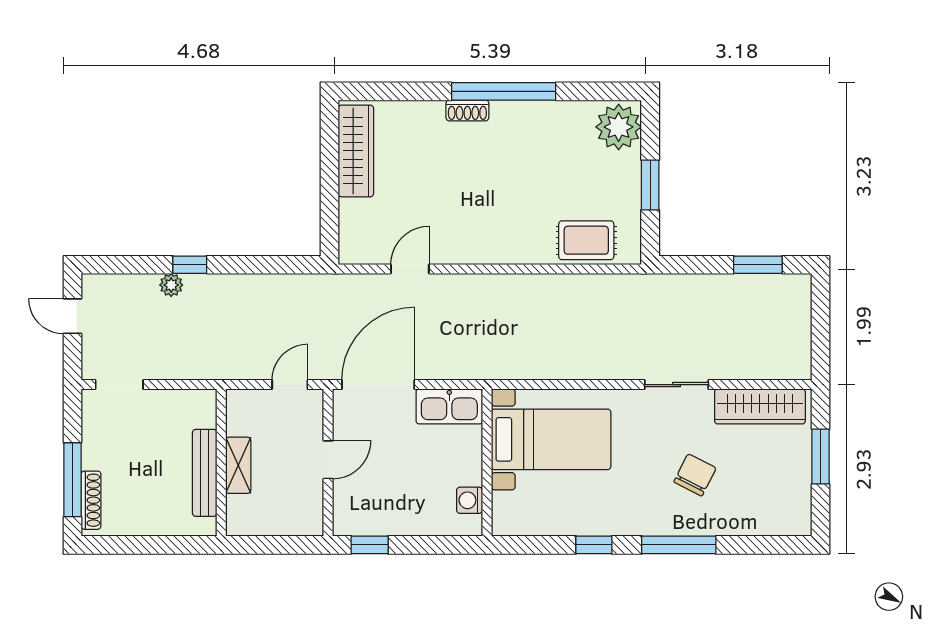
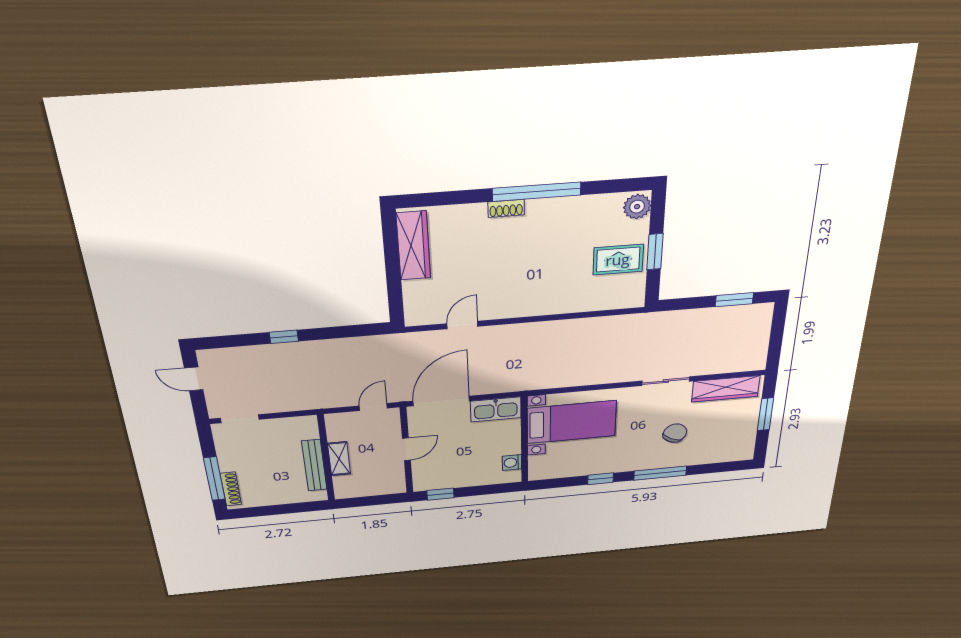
plant: (619, 127) -> (637, 207), width x0.73, depth x0.73
rug: (586, 240) -> (618, 260), moved
plant: (171, 285) -> (271, 352), removed

